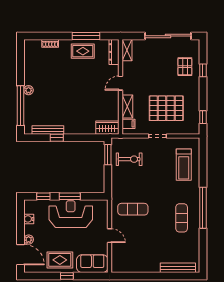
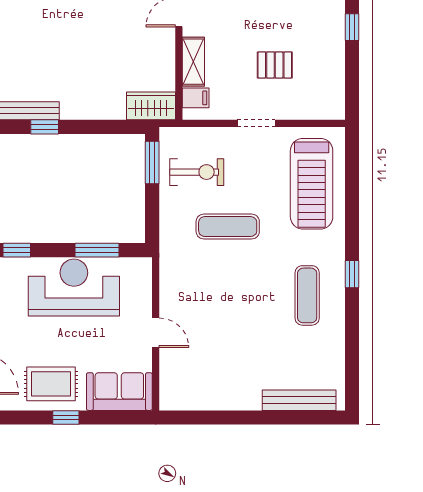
pallet: (166, 108) -> (275, 65), width x0.49, depth x0.50
window: (203, 117) -> (352, 27), moved
treadmill: (184, 165) -> (312, 184), width x1.37, depth x1.38
window: (70, 196) -> (97, 250), moved
window: (203, 208) -> (352, 274), width x0.32
exercise mat: (133, 209) -> (228, 227), moved

